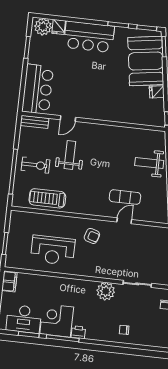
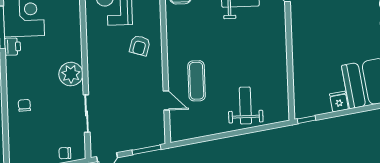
door: (124, 221) -> (166, 100), moved

